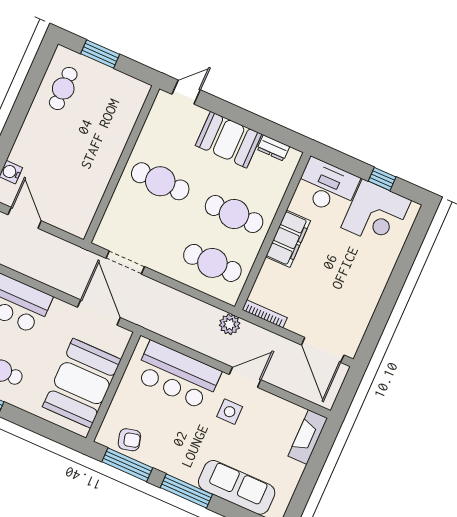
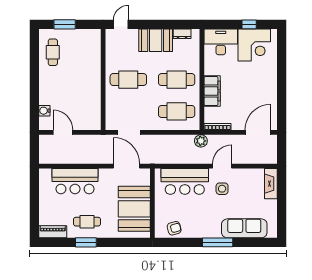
filing cabinet: (288, 239) -> (212, 91), moved
door: (323, 350) -> (258, 132), swing flipped
window: (127, 465) -> (179, 242), removed

